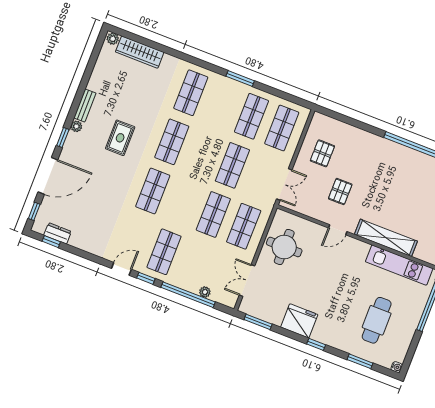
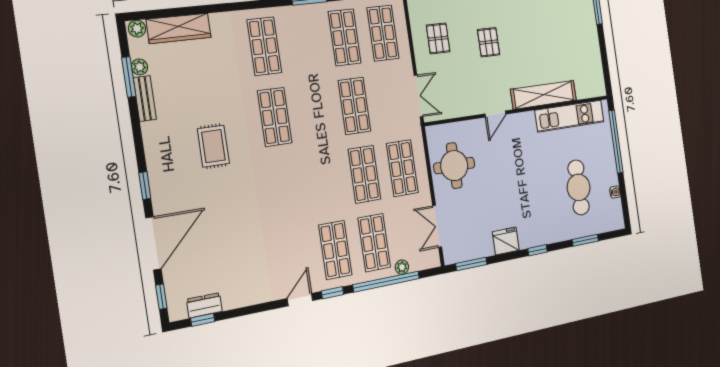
window: (91, 66) -> (129, 77), added
bench: (85, 106) -> (145, 99), moved
plant: (76, 126) -> (140, 67), moved
shop shelf: (153, 191) -> (374, 243), moved
pallet: (340, 191) -> (489, 42), moved
fridge: (299, 321) -> (506, 241), width x0.73, depth x0.75
water cooler: (397, 367) -> (615, 192), moved

